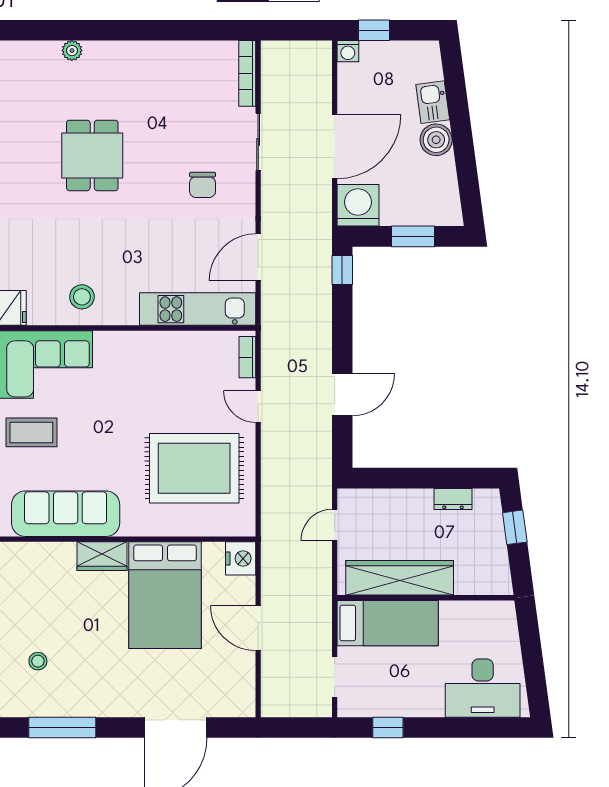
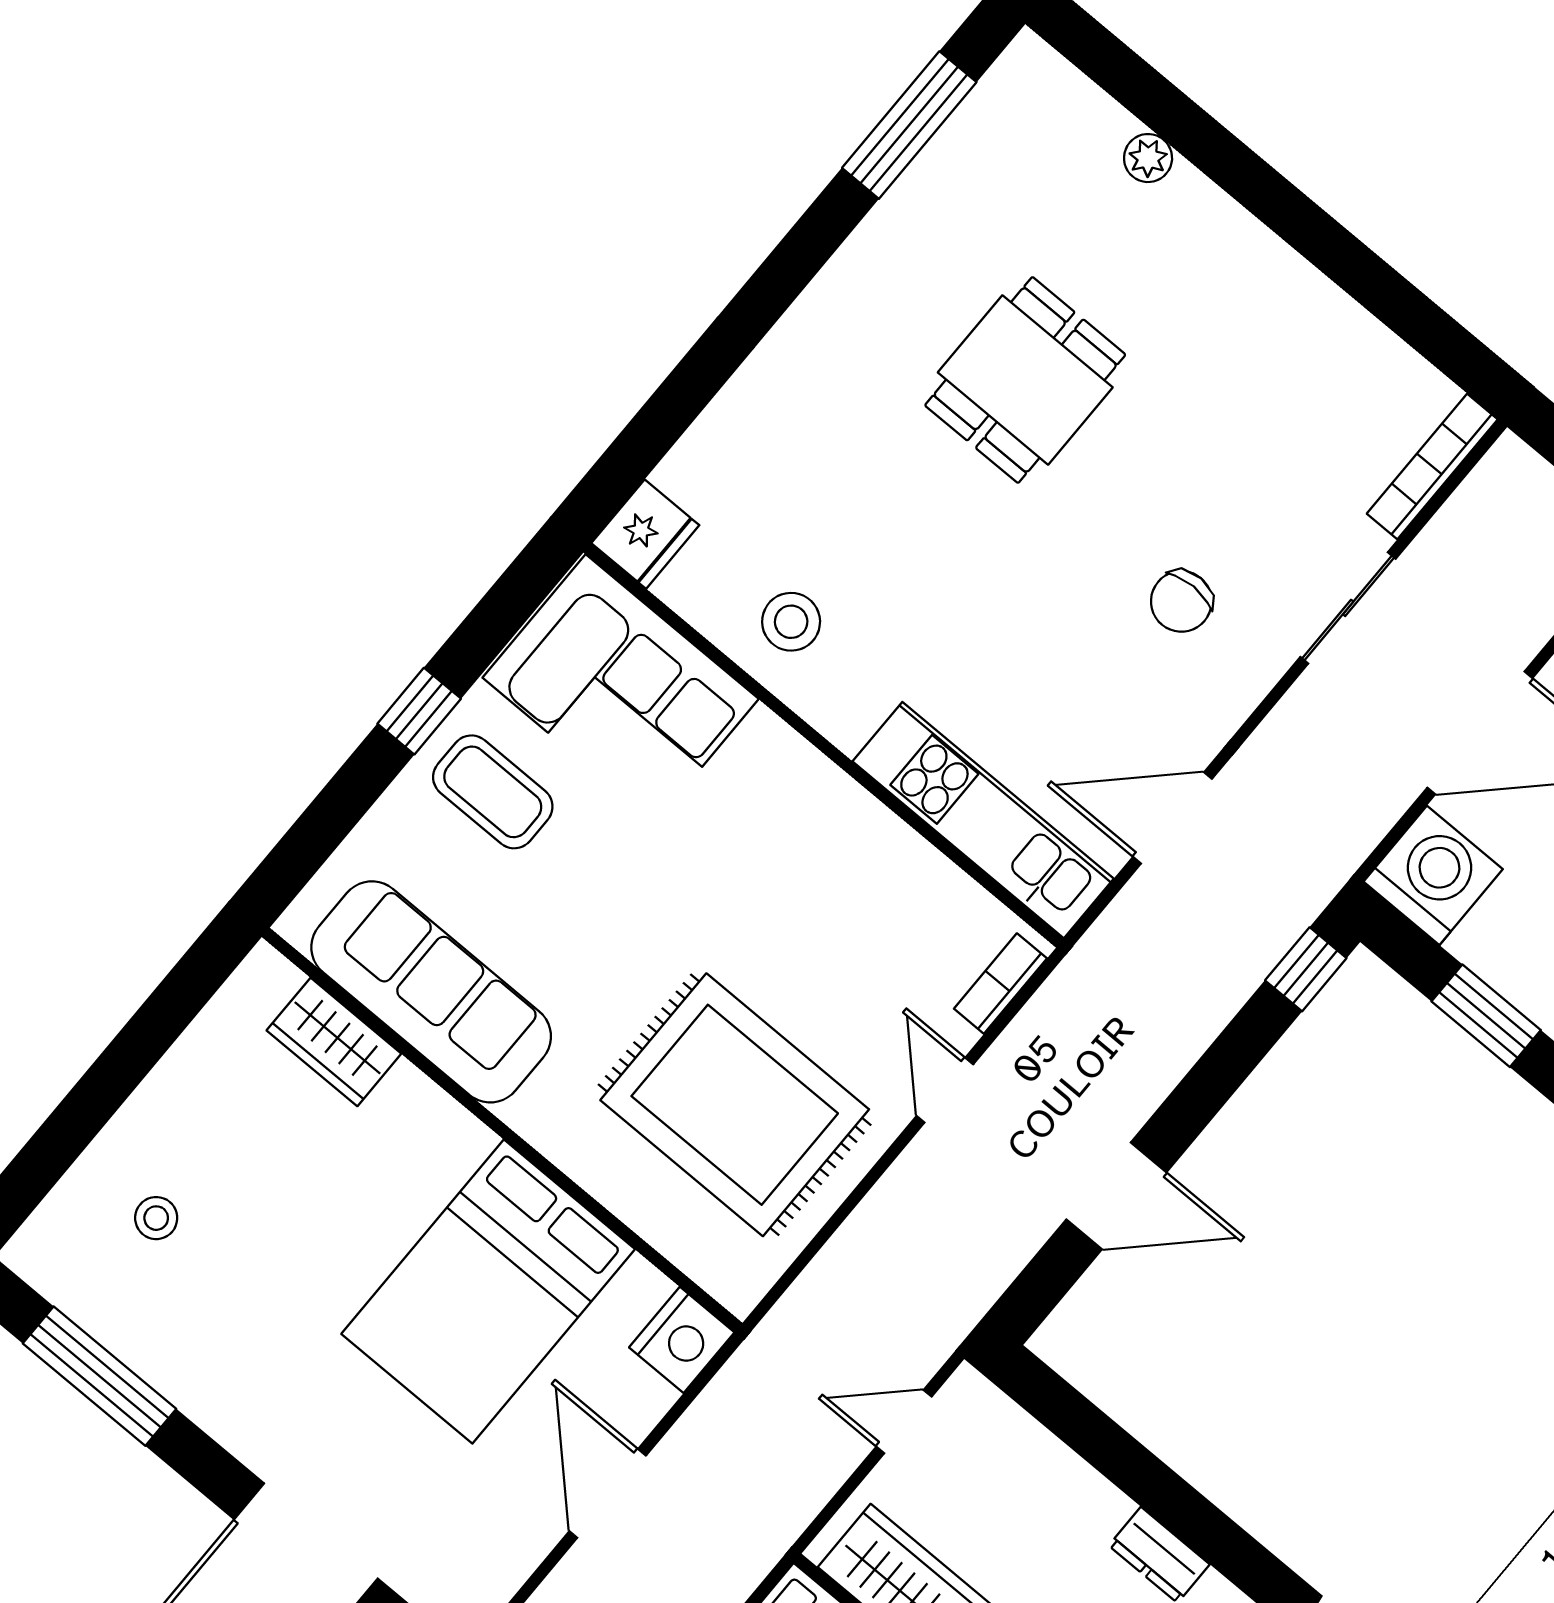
wardrobe: (102, 556) -> (334, 1042), moved

